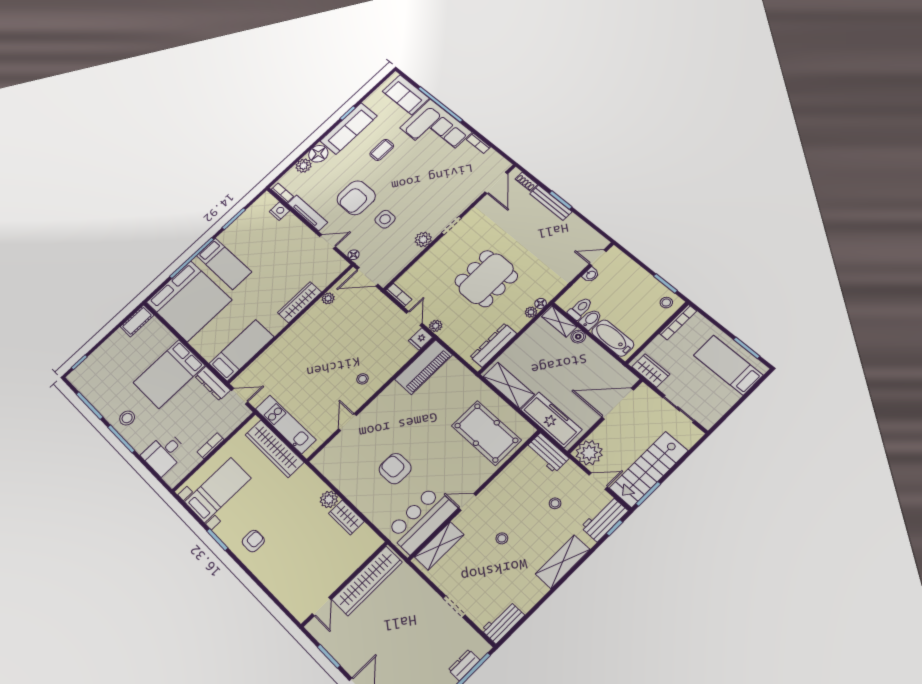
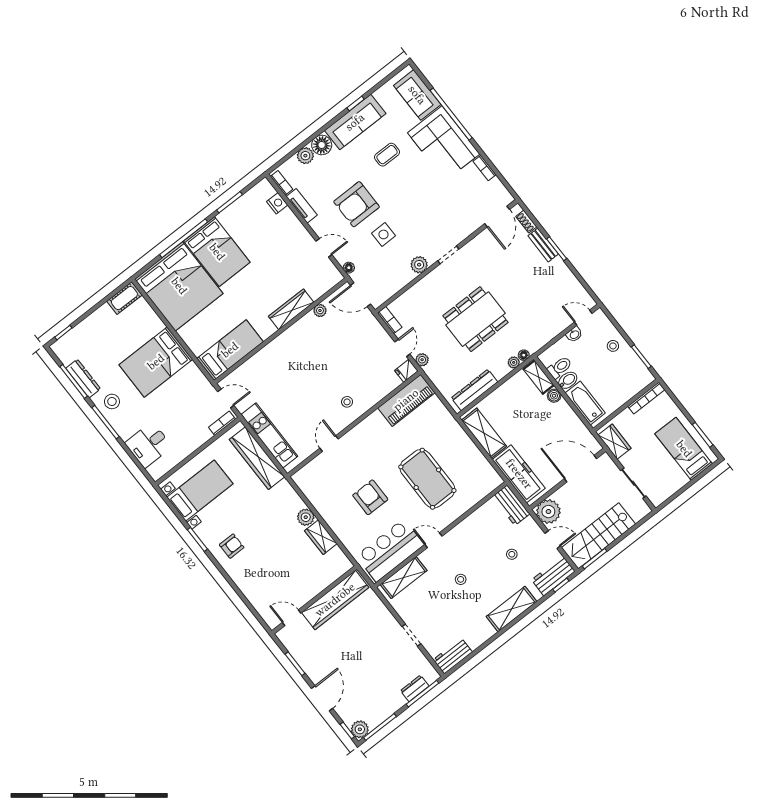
bench: (551, 203) -> (543, 245), width x0.73
tv unit: (308, 213) -> (302, 206), width x0.71
bed: (224, 264) -> (217, 252), width x1.50
stool: (666, 303) -> (613, 346), moved
dresser: (213, 383) -> (83, 379), moved, turned 180
pool table: (486, 433) -> (427, 479), moved
bookcase: (210, 446) -> (222, 423), moved
door: (322, 607) -> (292, 618), swing flipped

